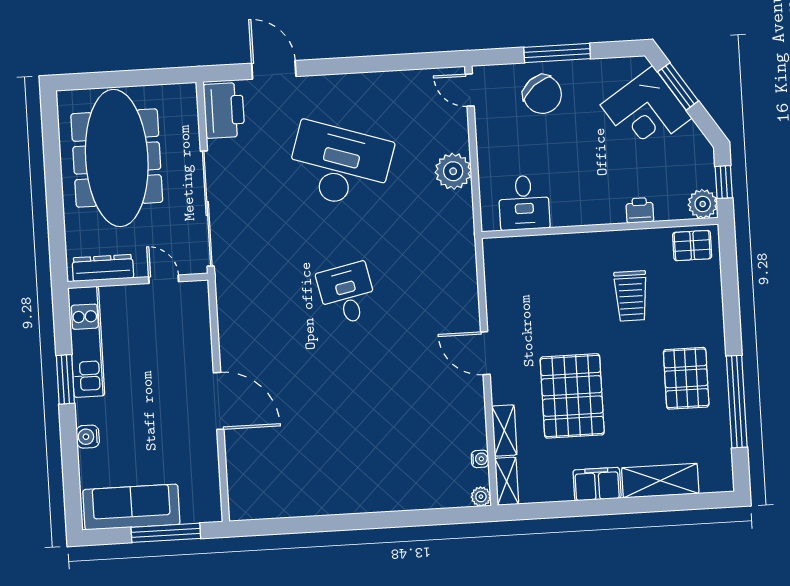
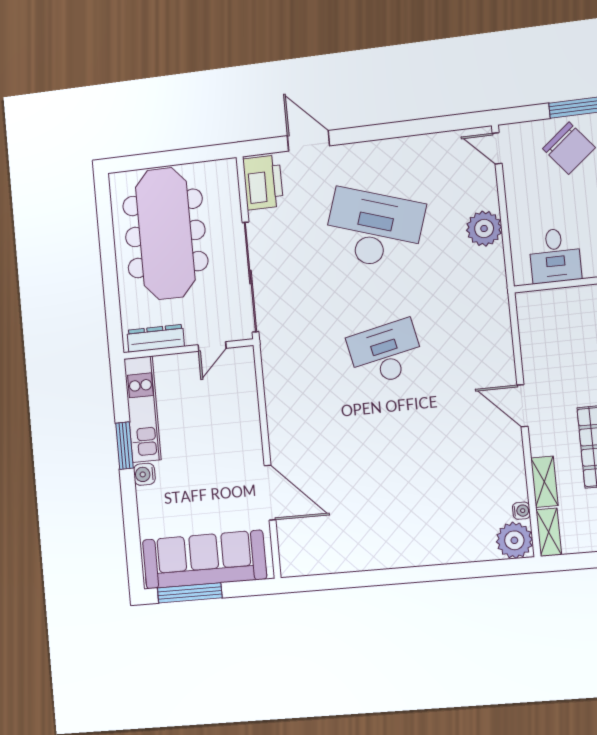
door: (164, 279) -> (212, 347), swing flipped
desk: (347, 294) -> (386, 353), width x1.37
door: (219, 401) -> (270, 493), moved
water cooler: (88, 437) -> (144, 474), moved
plant: (481, 497) -> (514, 540), width x1.87, depth x1.87
sofa: (131, 507) -> (204, 559), width x1.36, depth x1.27
window: (166, 533) -> (190, 593), moved

